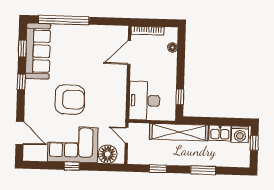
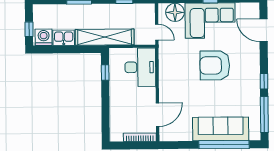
window: (22, 48) -> (264, 115), width x2.17
floor lamp: (173, 48) -> (114, 121), removed
sofa: (38, 51) -> (221, 129), moved, turned 90

